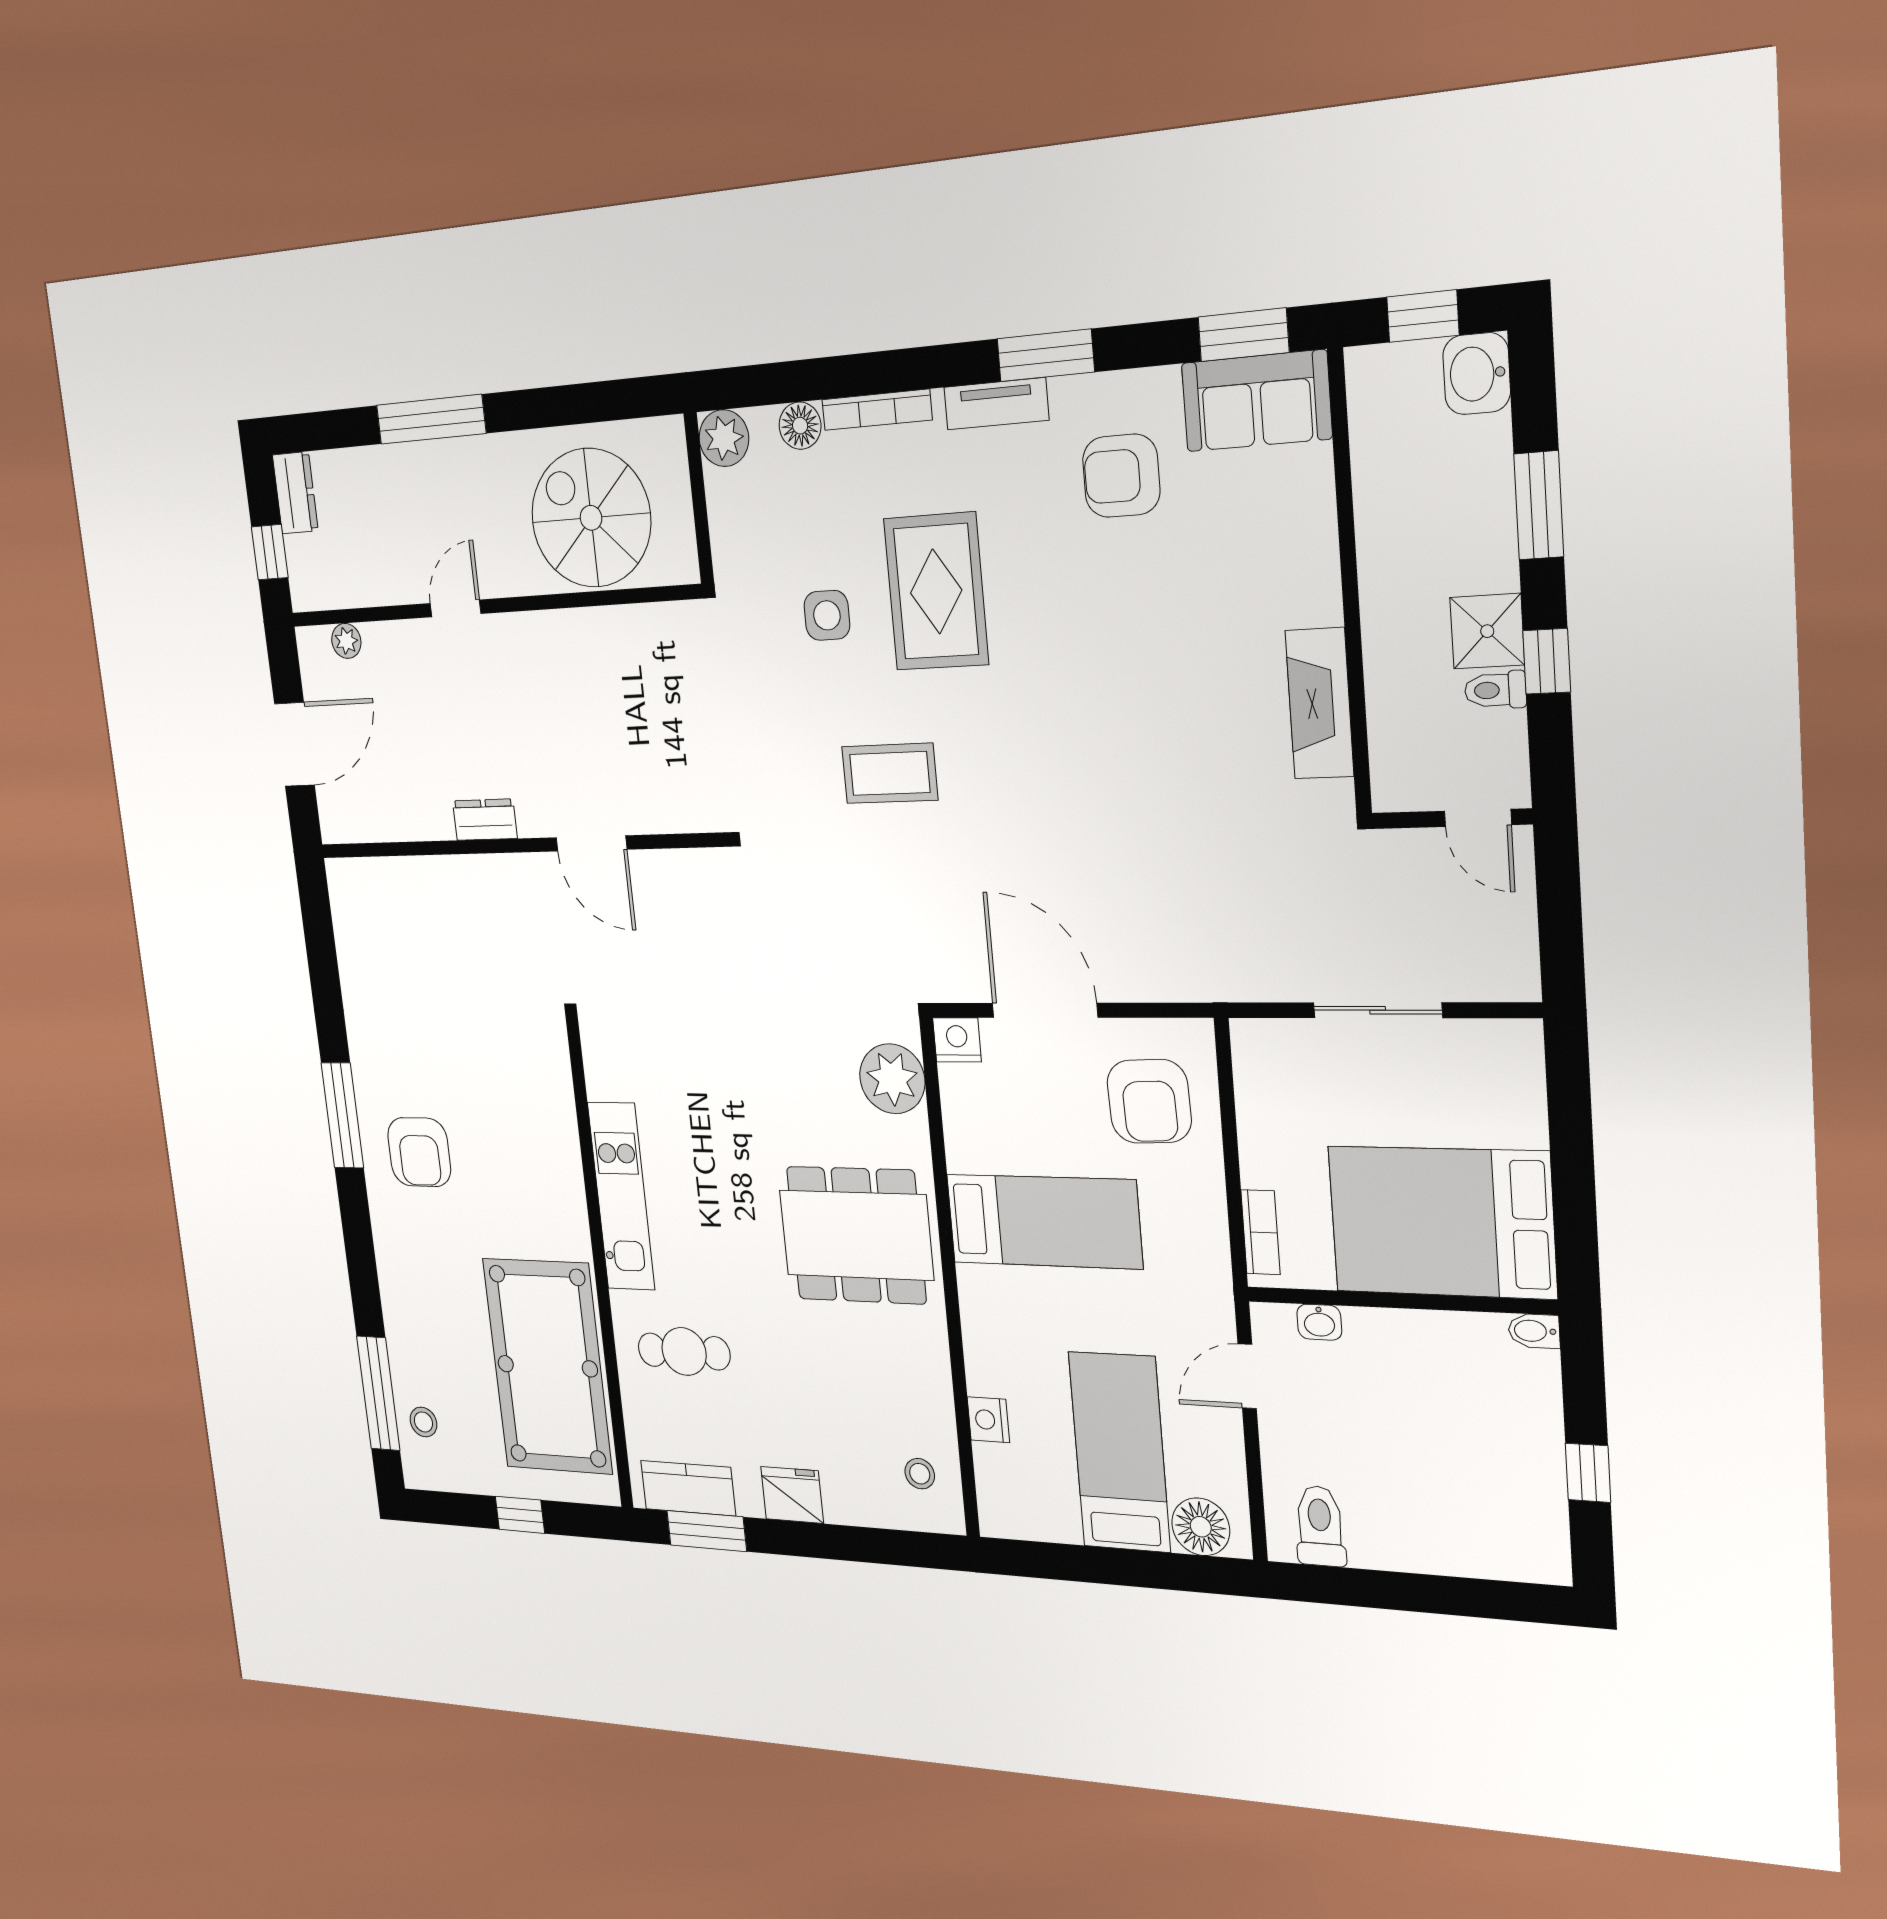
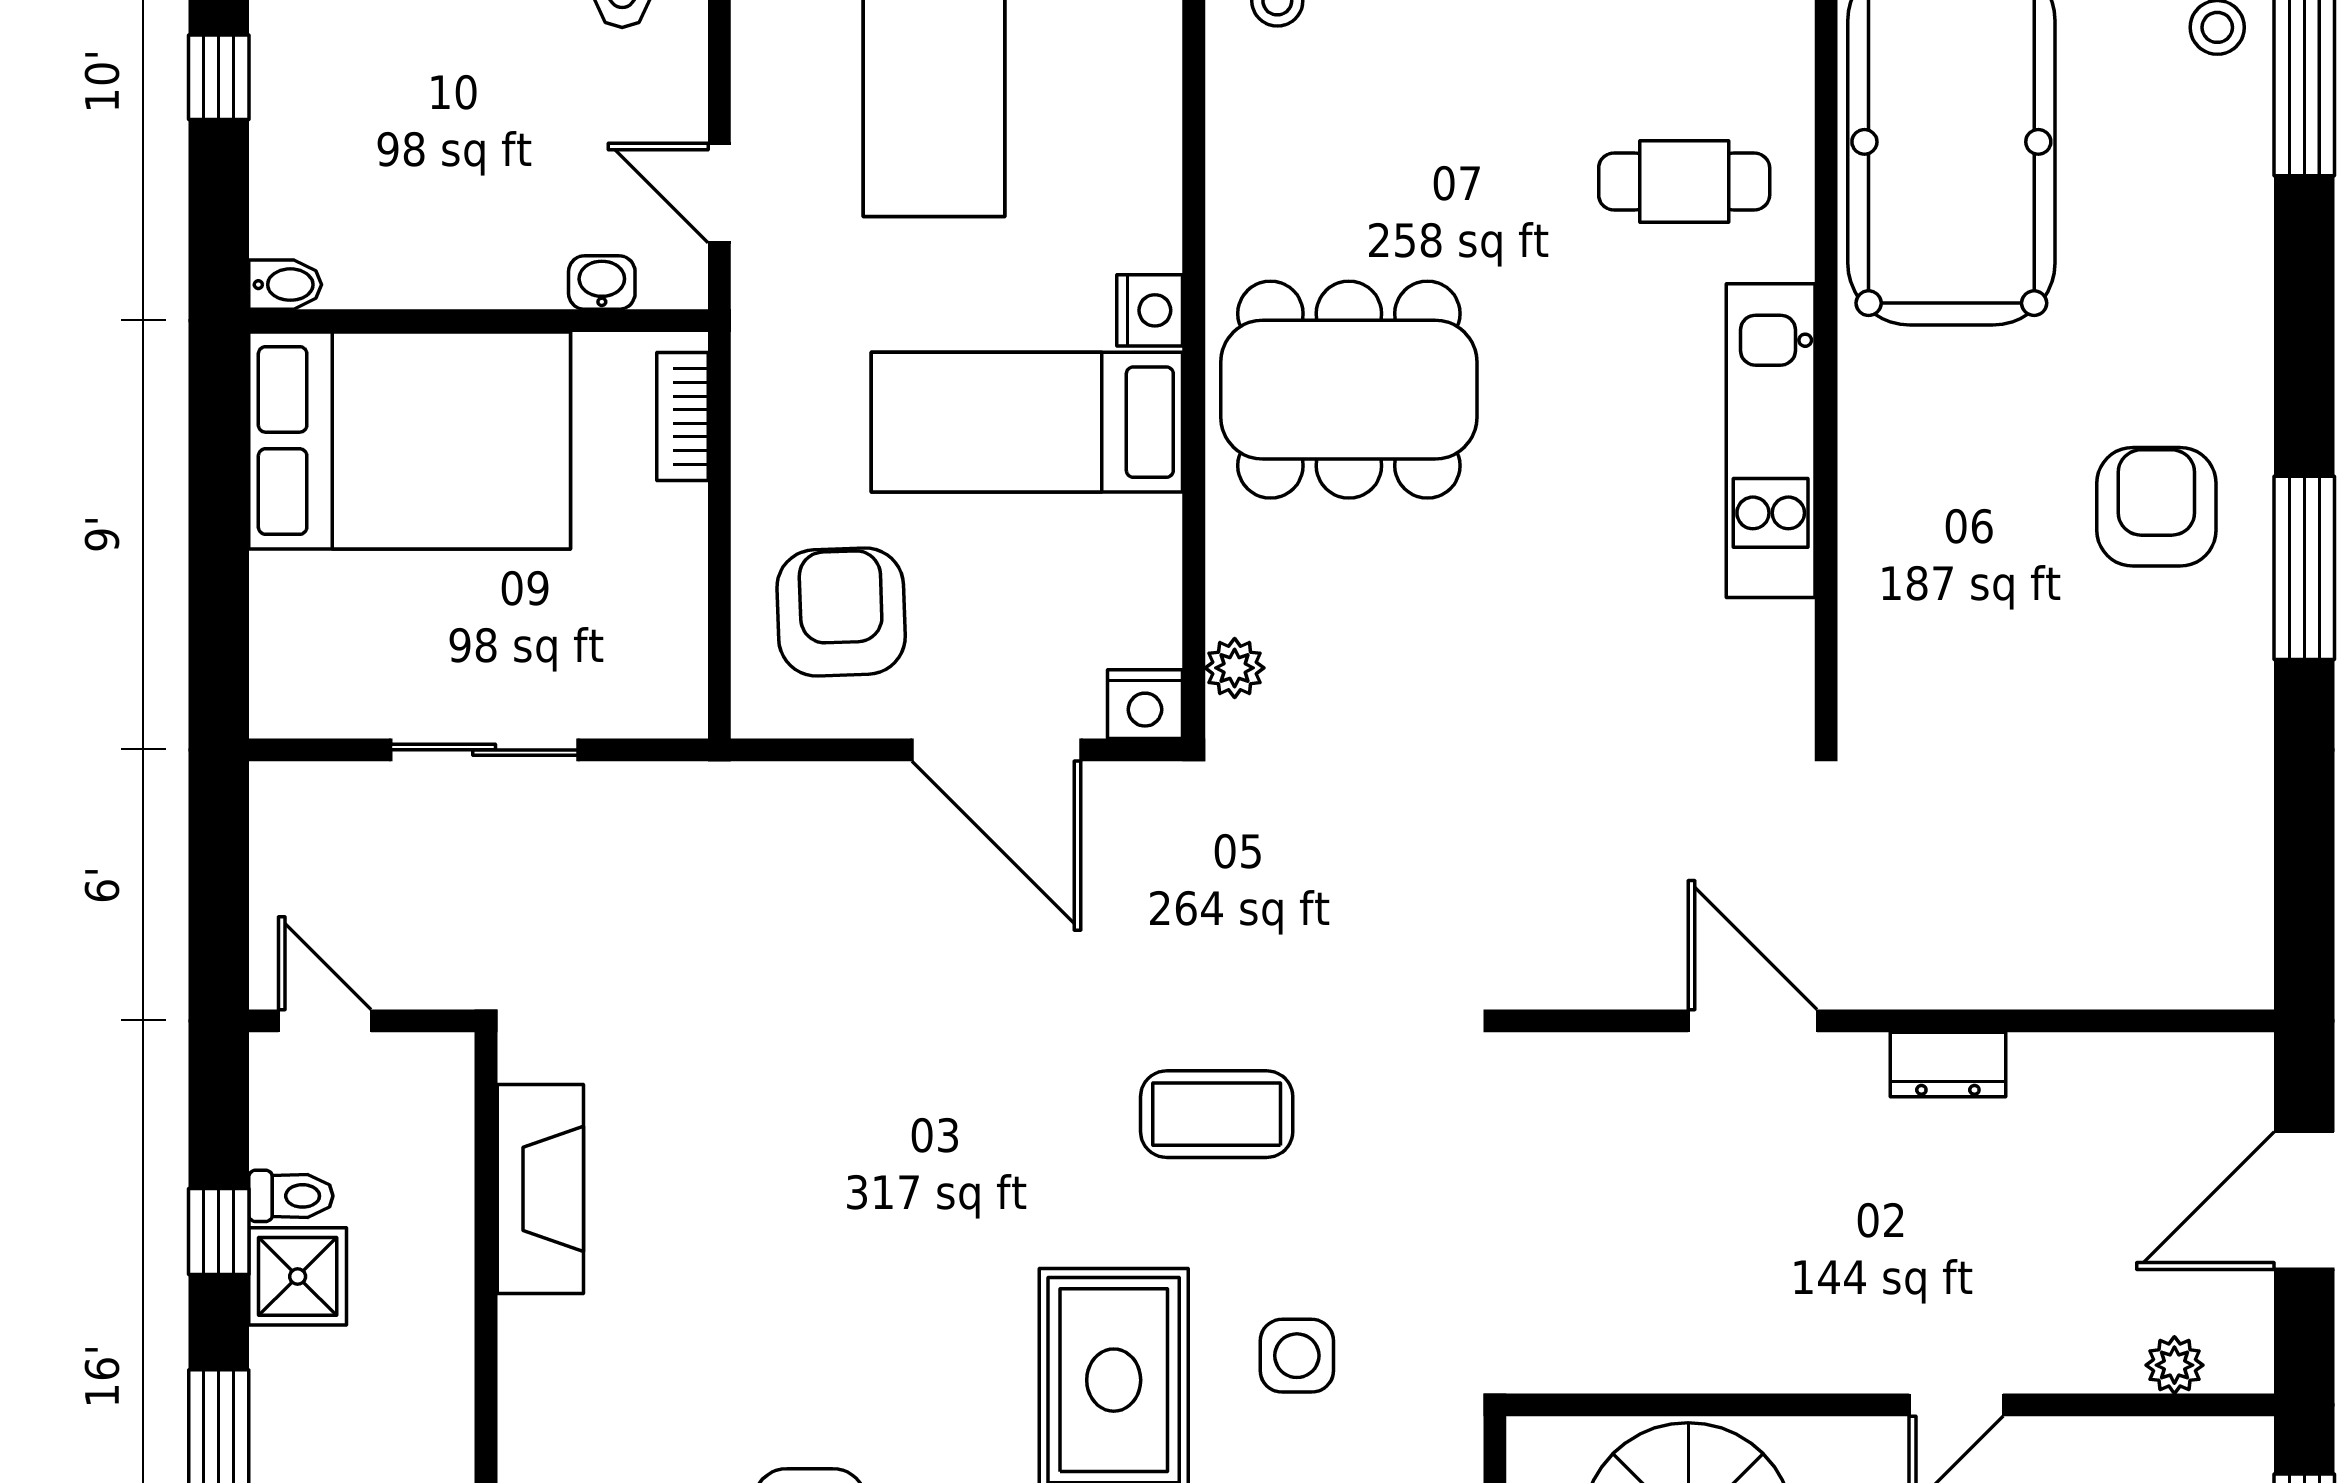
plant: (892, 1079) -> (1235, 668), width x0.53, depth x0.53
door: (1247, 1376) -> (719, 193), swing flipped
nightstand: (988, 1420) -> (1150, 310), moved

